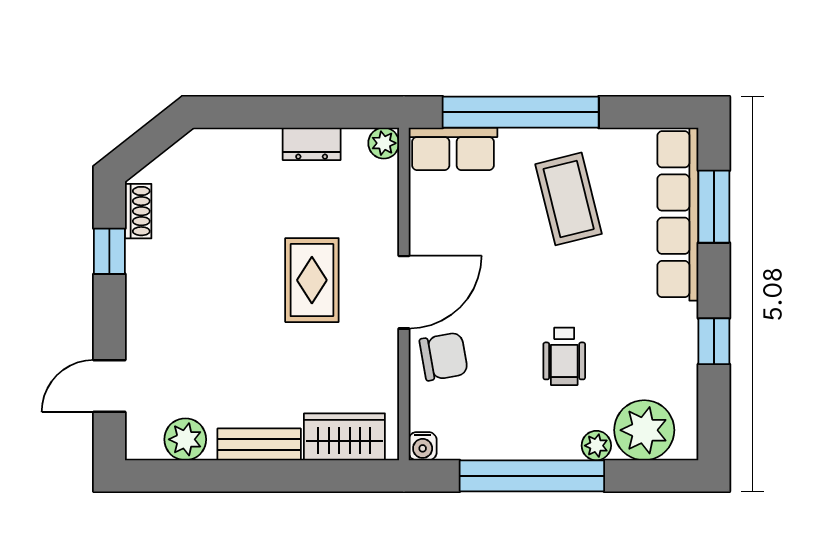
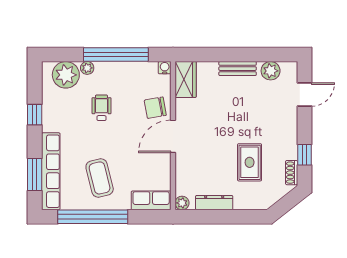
window: (521, 112) -> (93, 217), moved
dresser: (312, 144) -> (214, 203), width x1.44
rug: (312, 280) -> (250, 162), moved
wardrobe: (344, 437) -> (186, 79), moved, turned -90

